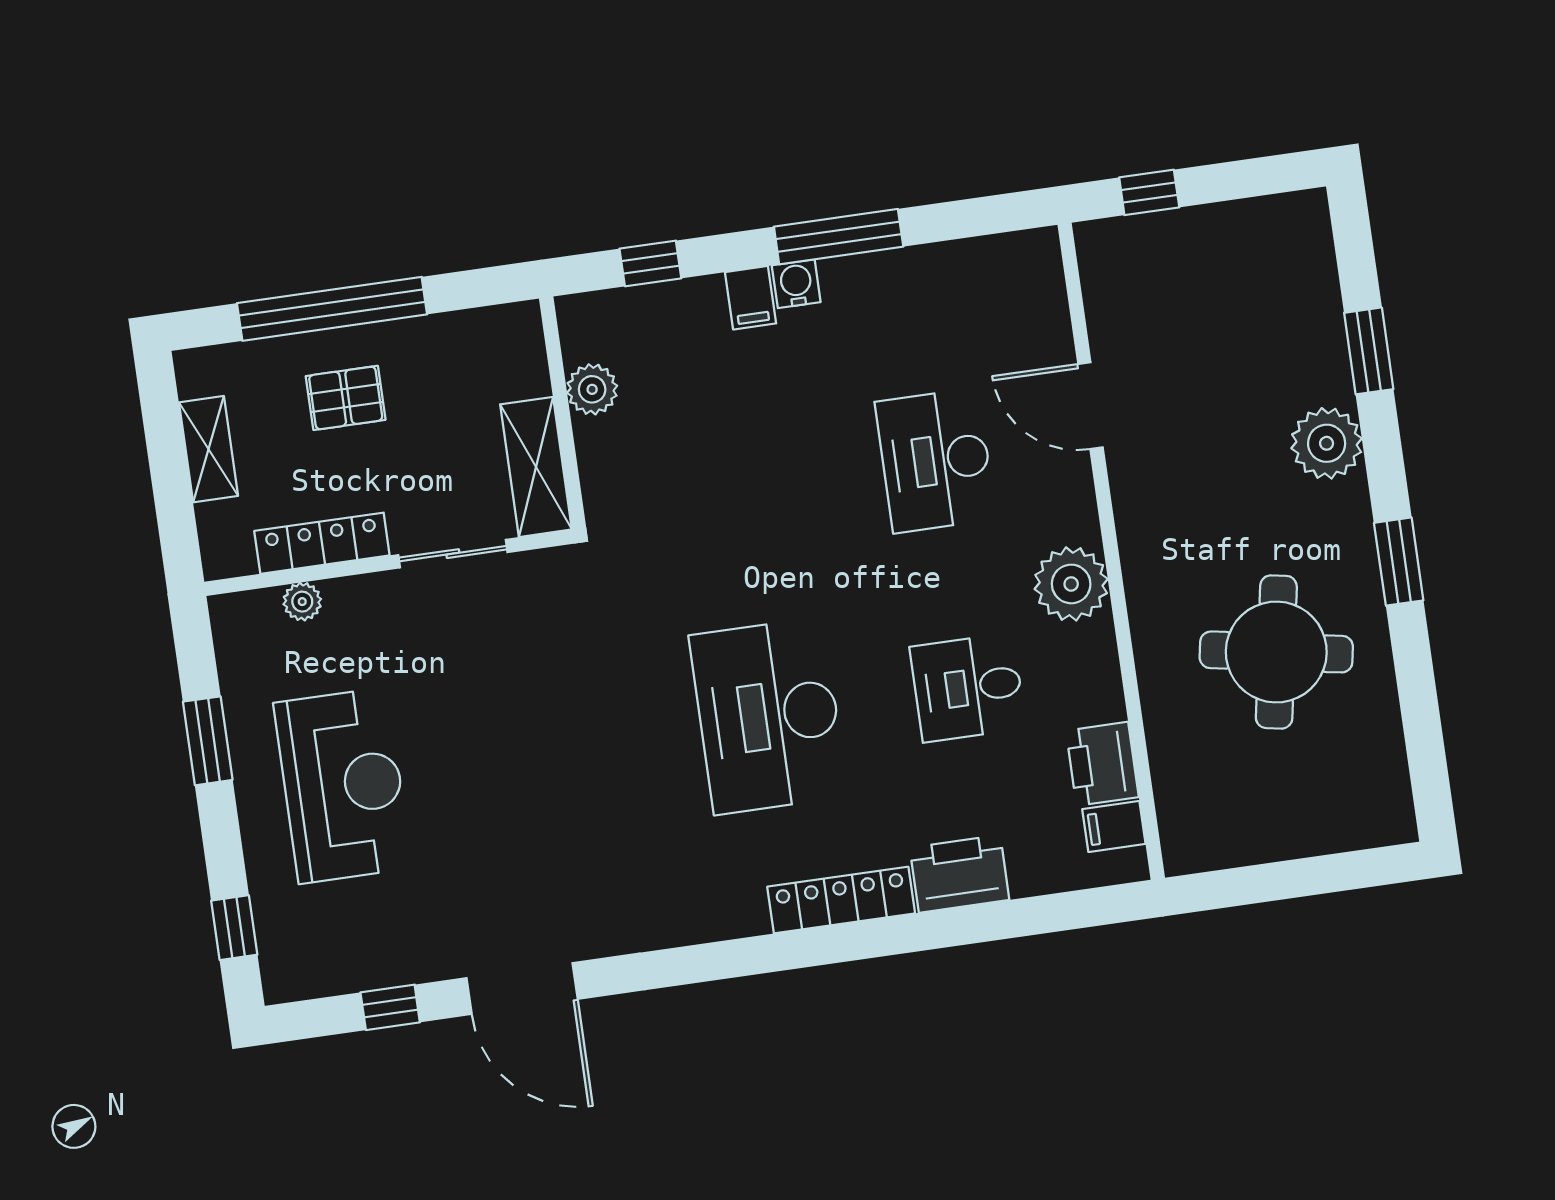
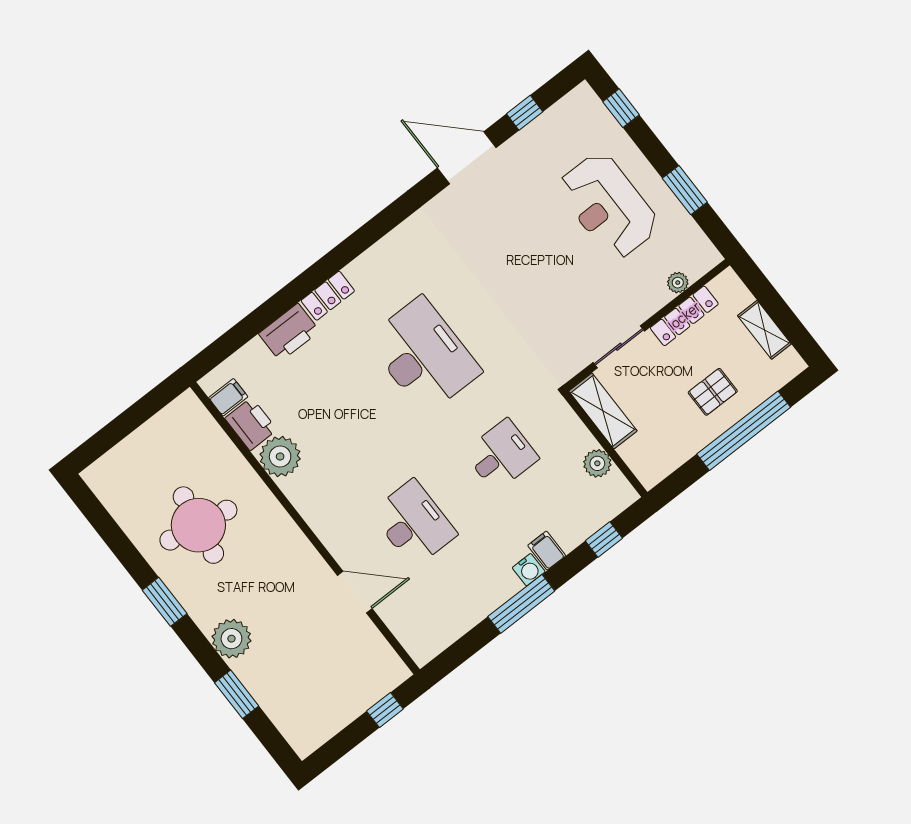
plant: (1071, 584) -> (280, 457), moved
desk: (968, 688) -> (501, 455), moved
locker: (841, 900) -> (328, 296), width x0.66

